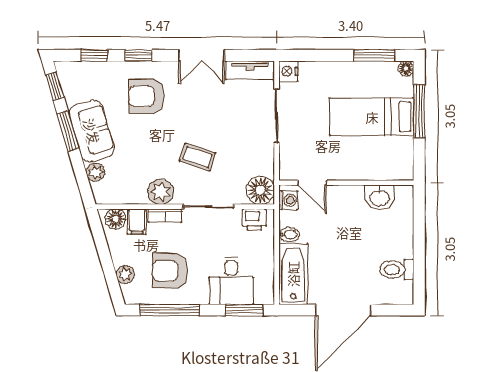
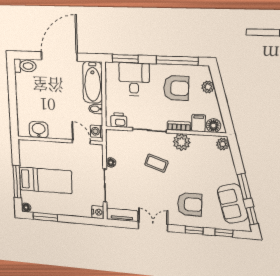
sofa: (92, 131) -> (233, 204), moved
plant: (95, 172) -> (223, 144), moved
floor lamp: (260, 190) -> (111, 163), moved, width x0.53, depth x0.53
toilet: (397, 270) -> (25, 66), moved

